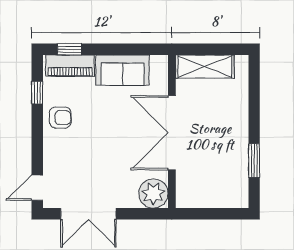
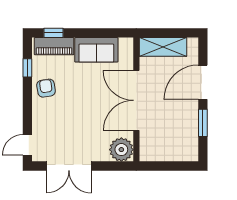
door: (254, 110) -> (203, 82), added
armchair: (60, 118) -> (46, 88), turned -99

